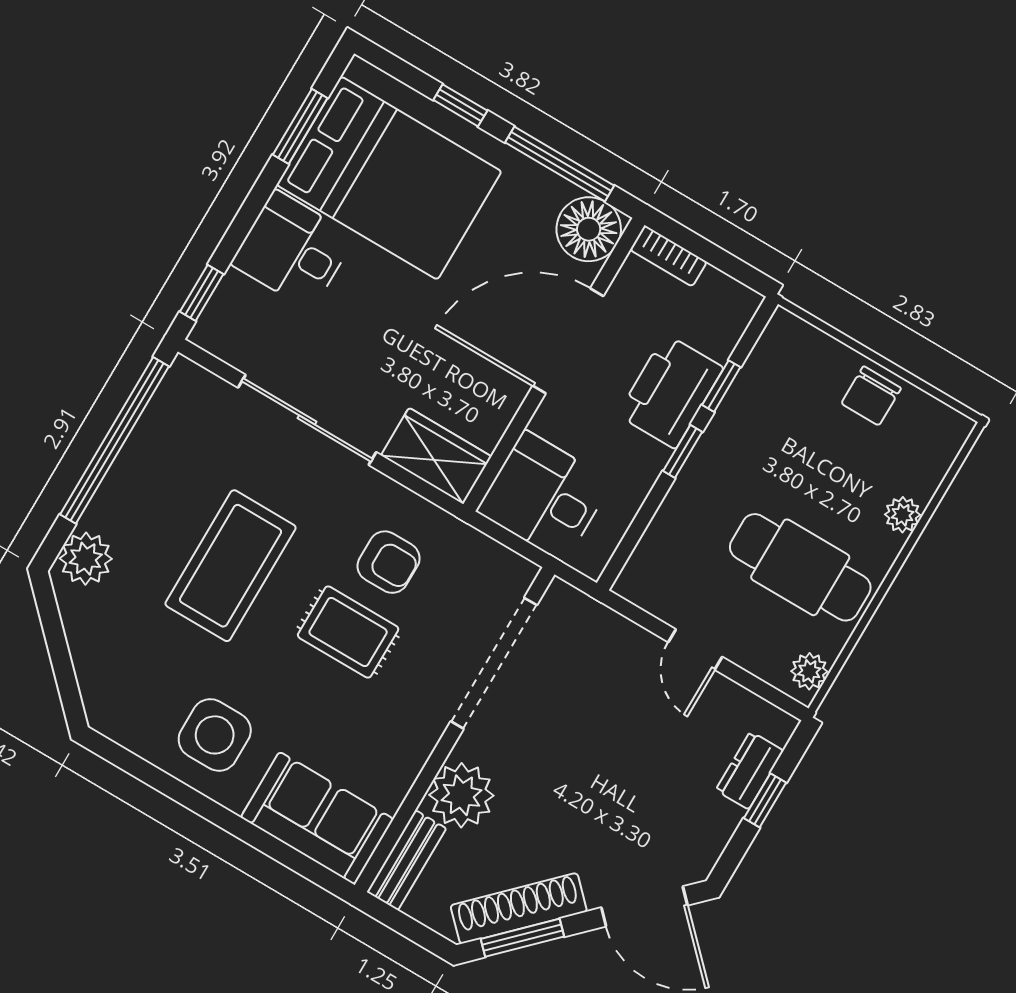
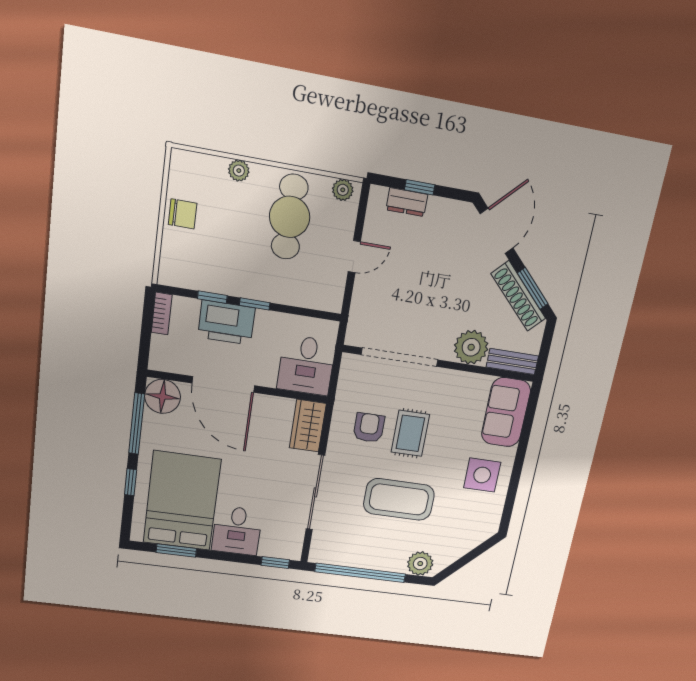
bookcase: (668, 256) -> (162, 313), moved

